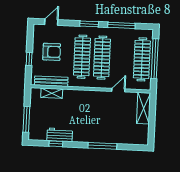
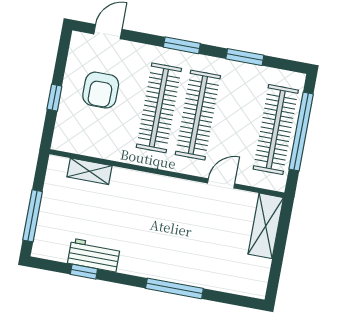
window: (121, 25) -> (245, 57), width x0.69
armchair: (52, 52) -> (101, 90), turned 90
bench: (51, 81) -> (92, 147), removed

